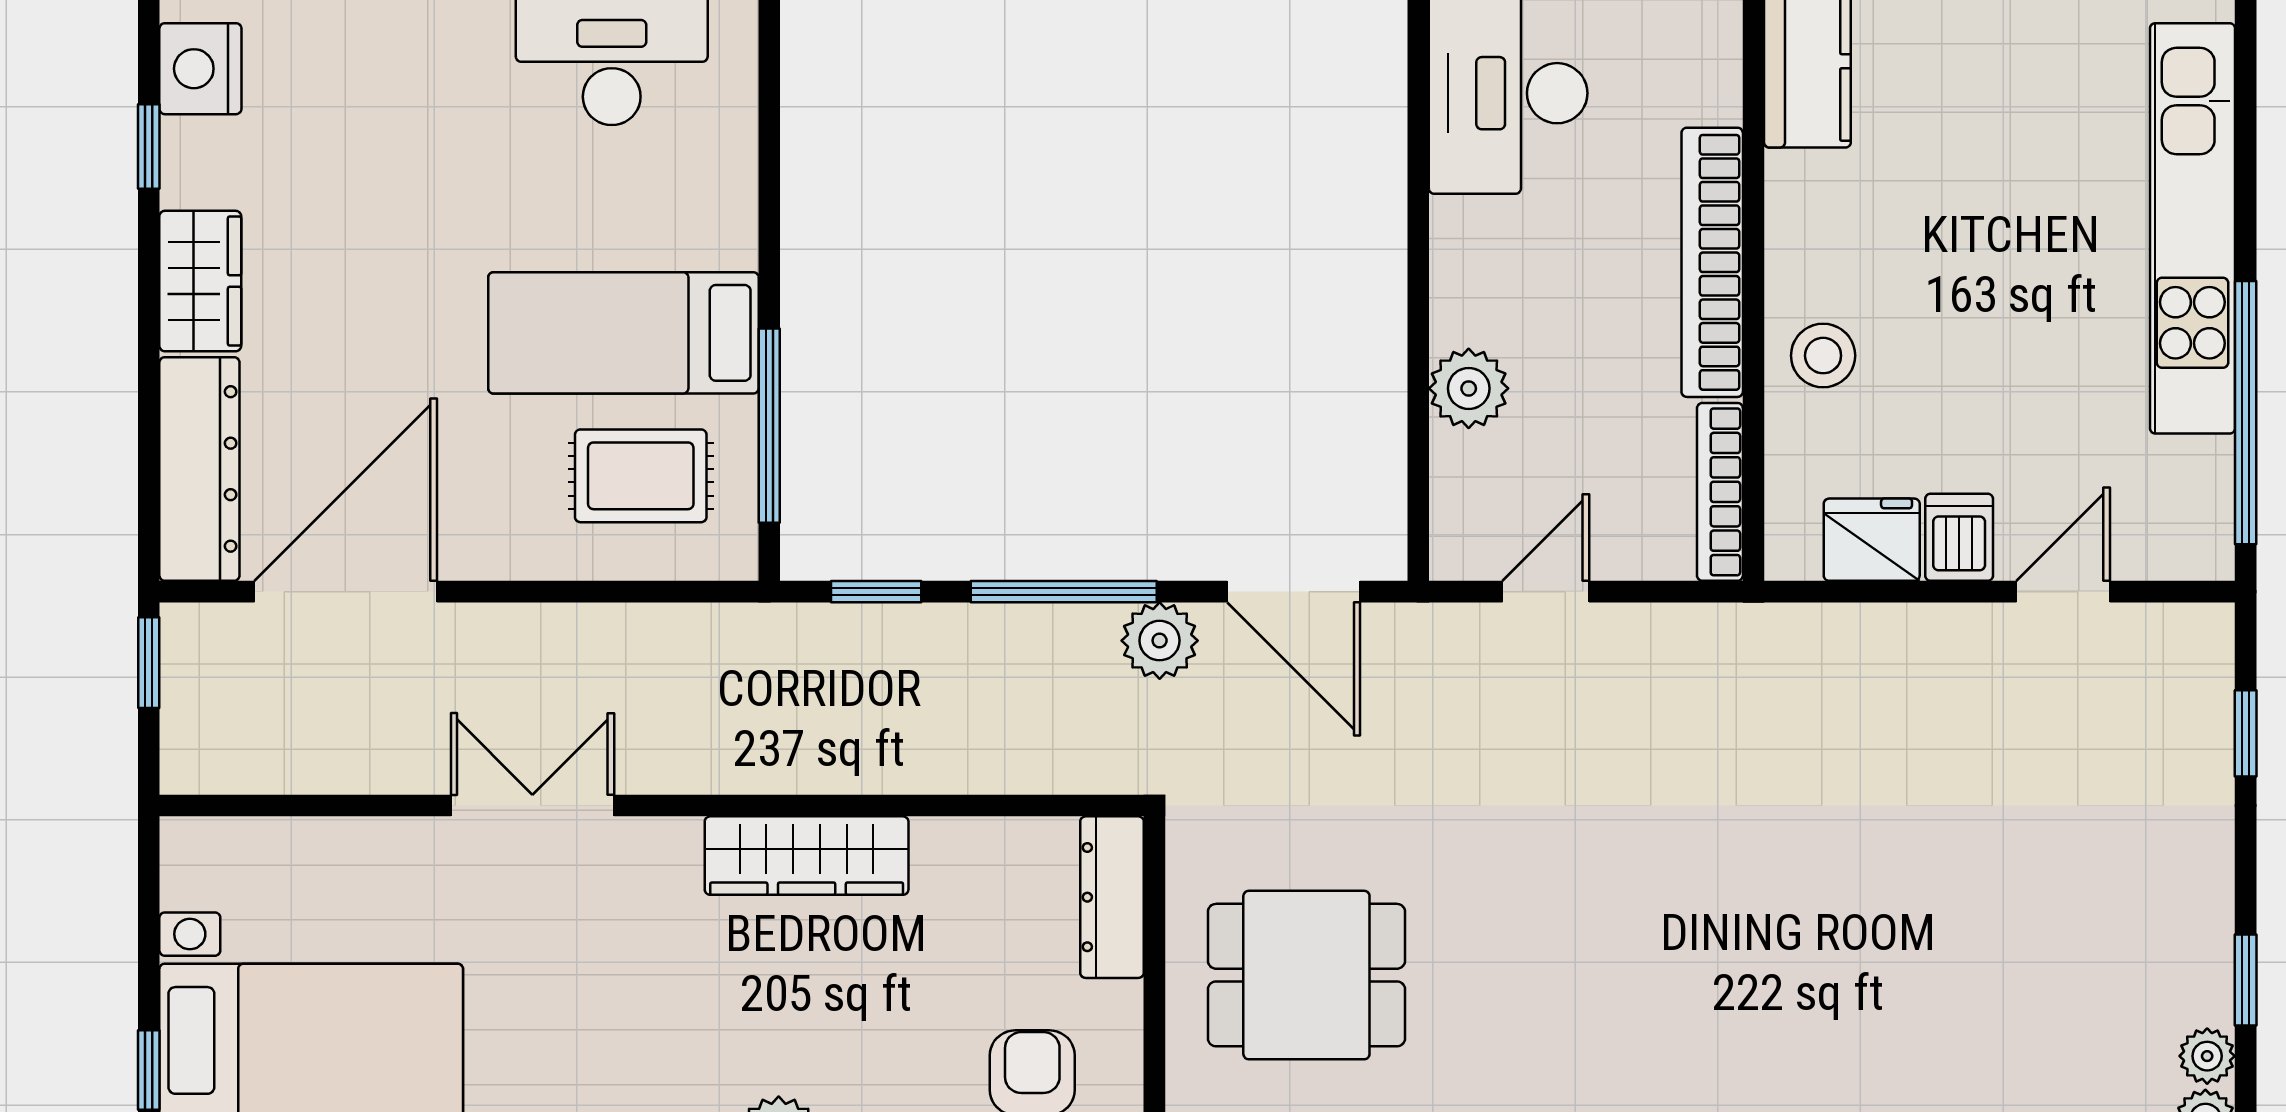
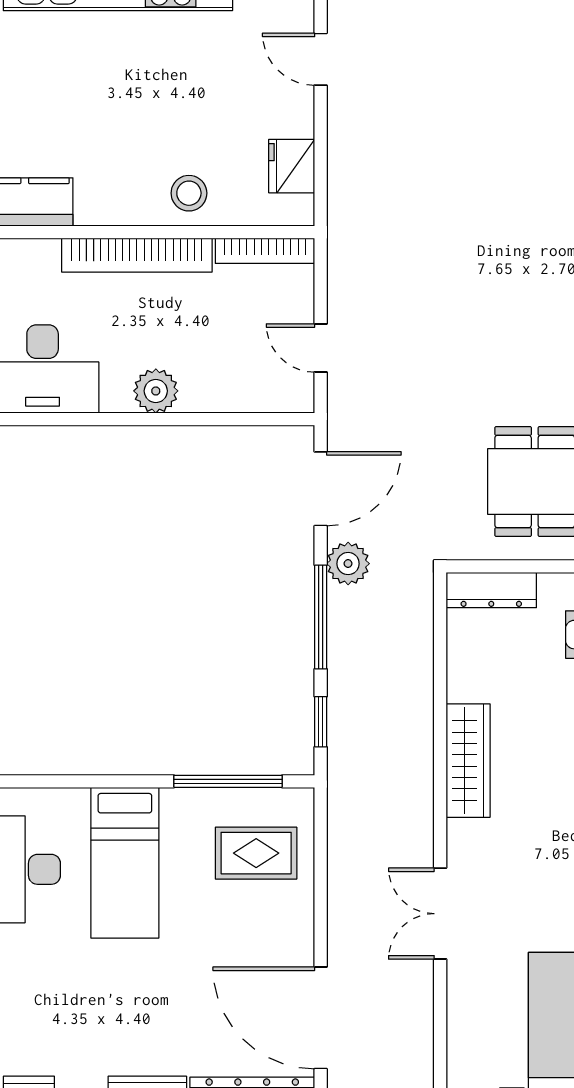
bed: (623, 333) -> (125, 863), moved
plant: (1469, 388) -> (156, 391), moved
rug: (641, 476) -> (256, 853), turned 90
dishwasher: (1959, 537) -> (290, 117), removed

